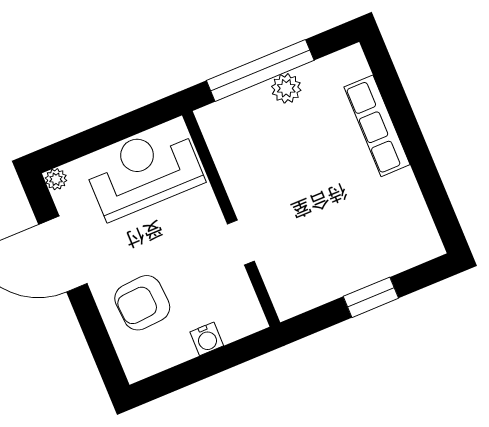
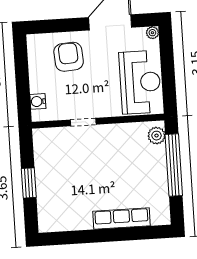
plant: (286, 88) -> (157, 136), moved
water cooler: (207, 339) -> (38, 101), moved

